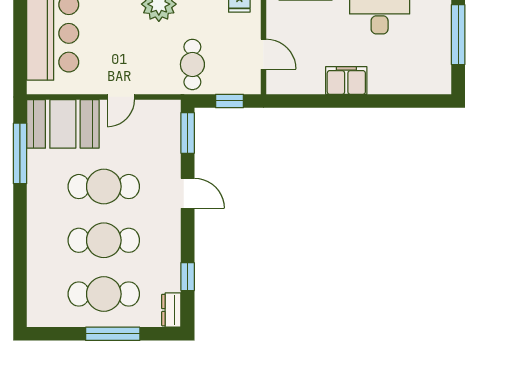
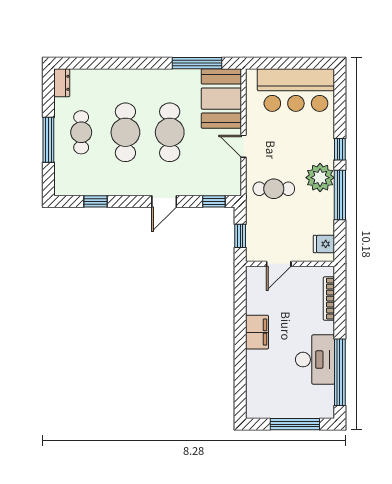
cafe table: (192, 64) -> (274, 189), moved
window: (188, 133) -> (214, 201), width x0.67
cafe table: (104, 294) -> (81, 132), width x0.73, depth x0.74
dresser: (171, 310) -> (62, 83), moved, turned 90

